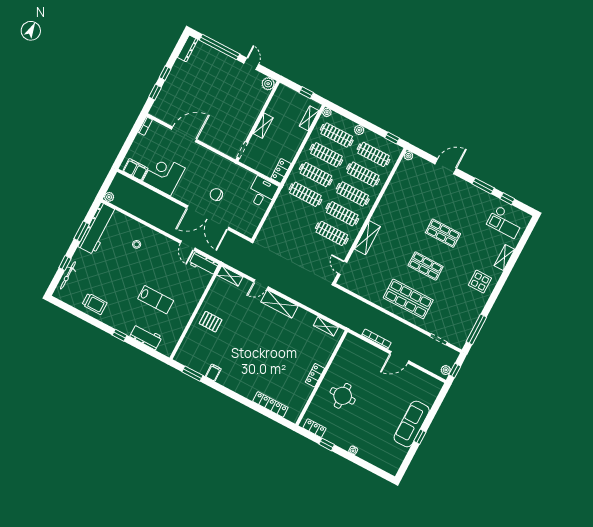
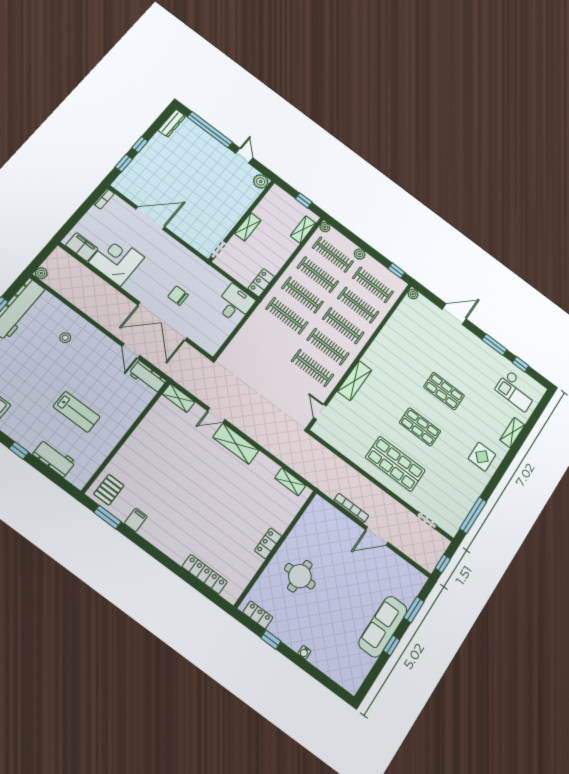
pallet: (211, 322) -> (109, 490), moved, turned 90
plant: (446, 370) -> (432, 561), removed
window: (435, 408) -> (414, 610), added

